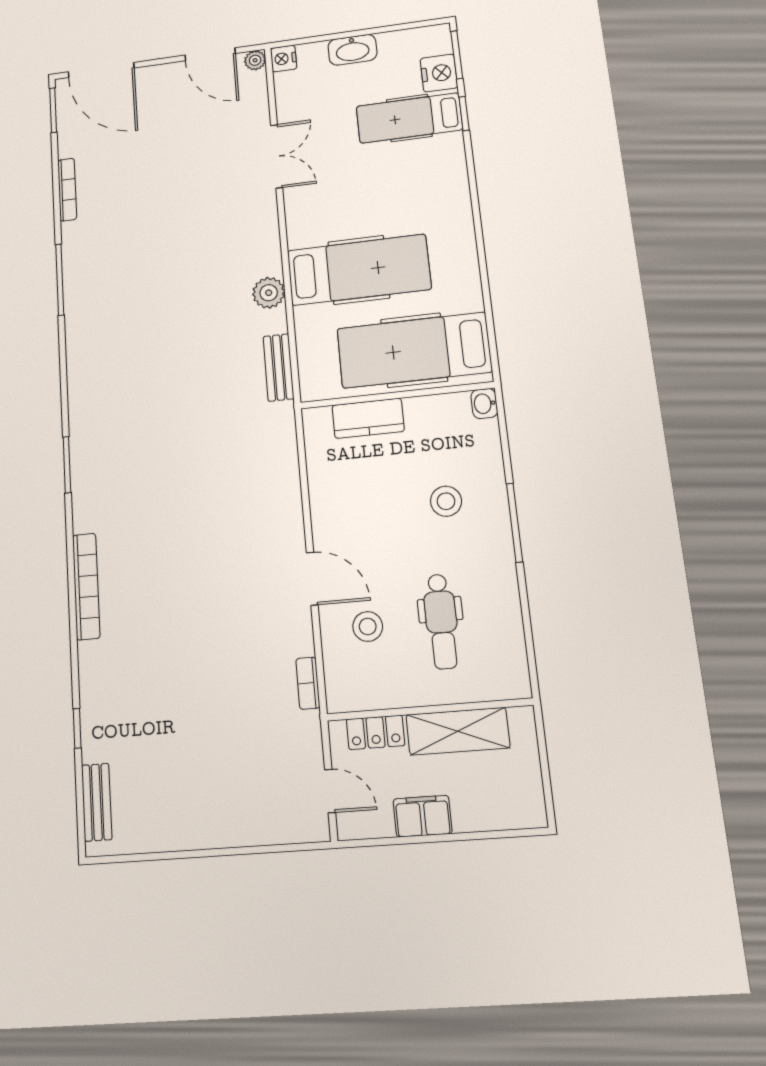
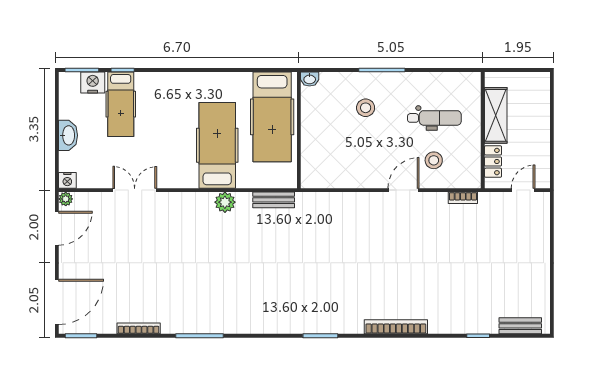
kitchen counter: (368, 418) -> (311, 148), removed
filing cabinet: (423, 816) -> (540, 140), removed

